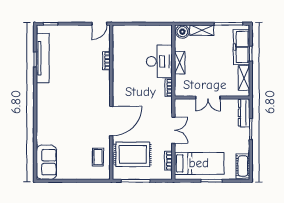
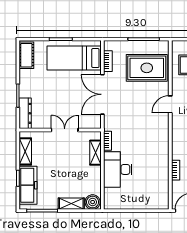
shelving: (180, 63) -> (96, 153), moved
door: (111, 121) -> (170, 104), width x0.53
double door: (173, 130) -> (102, 94), width x1.37

